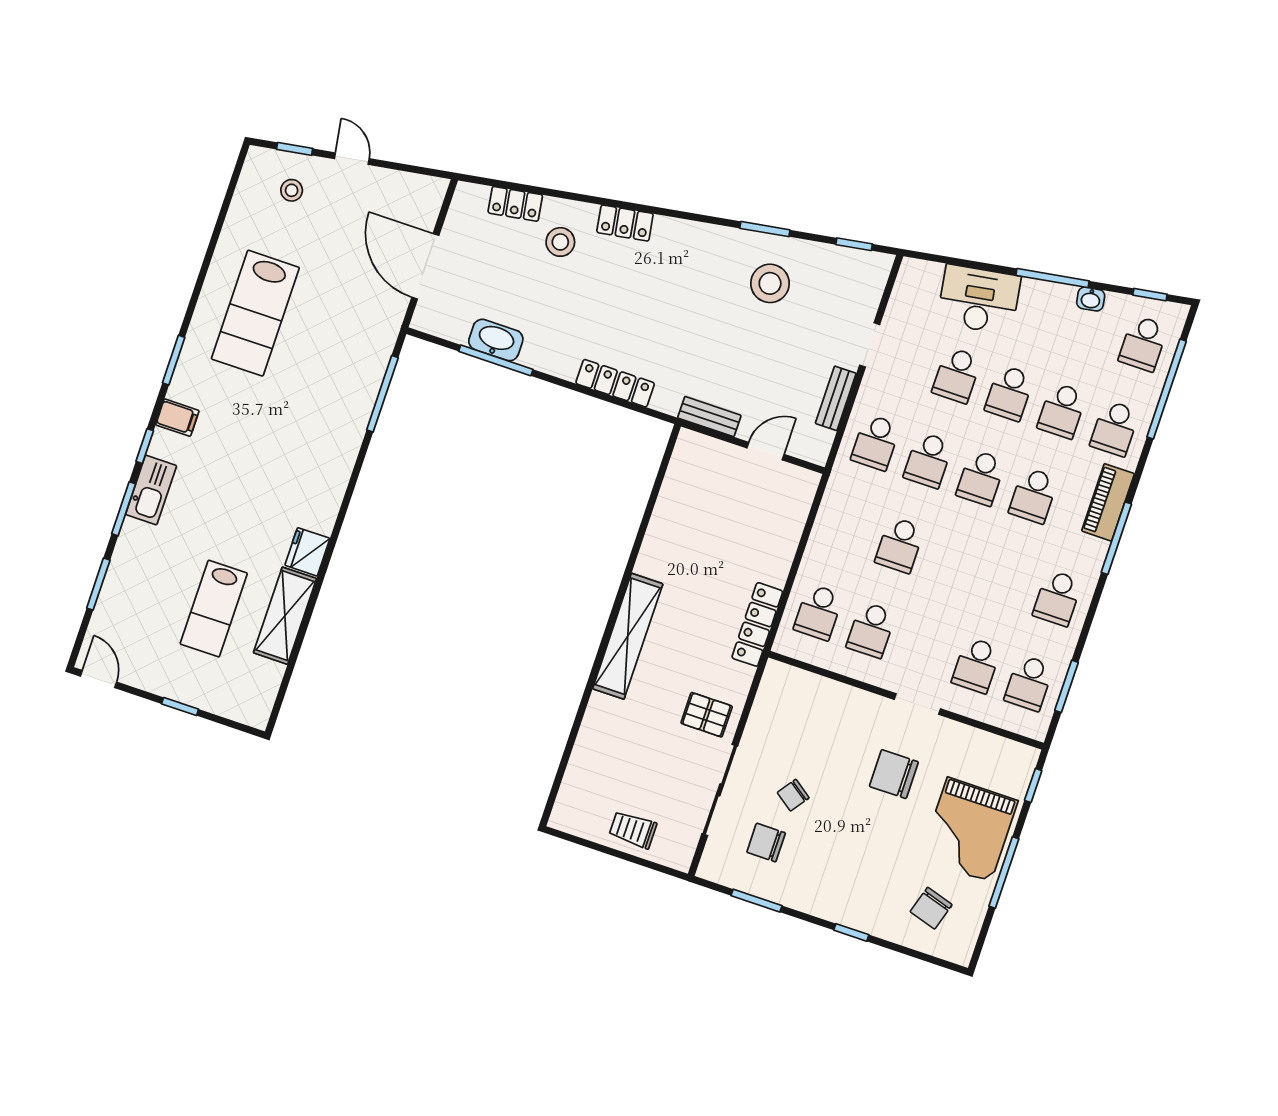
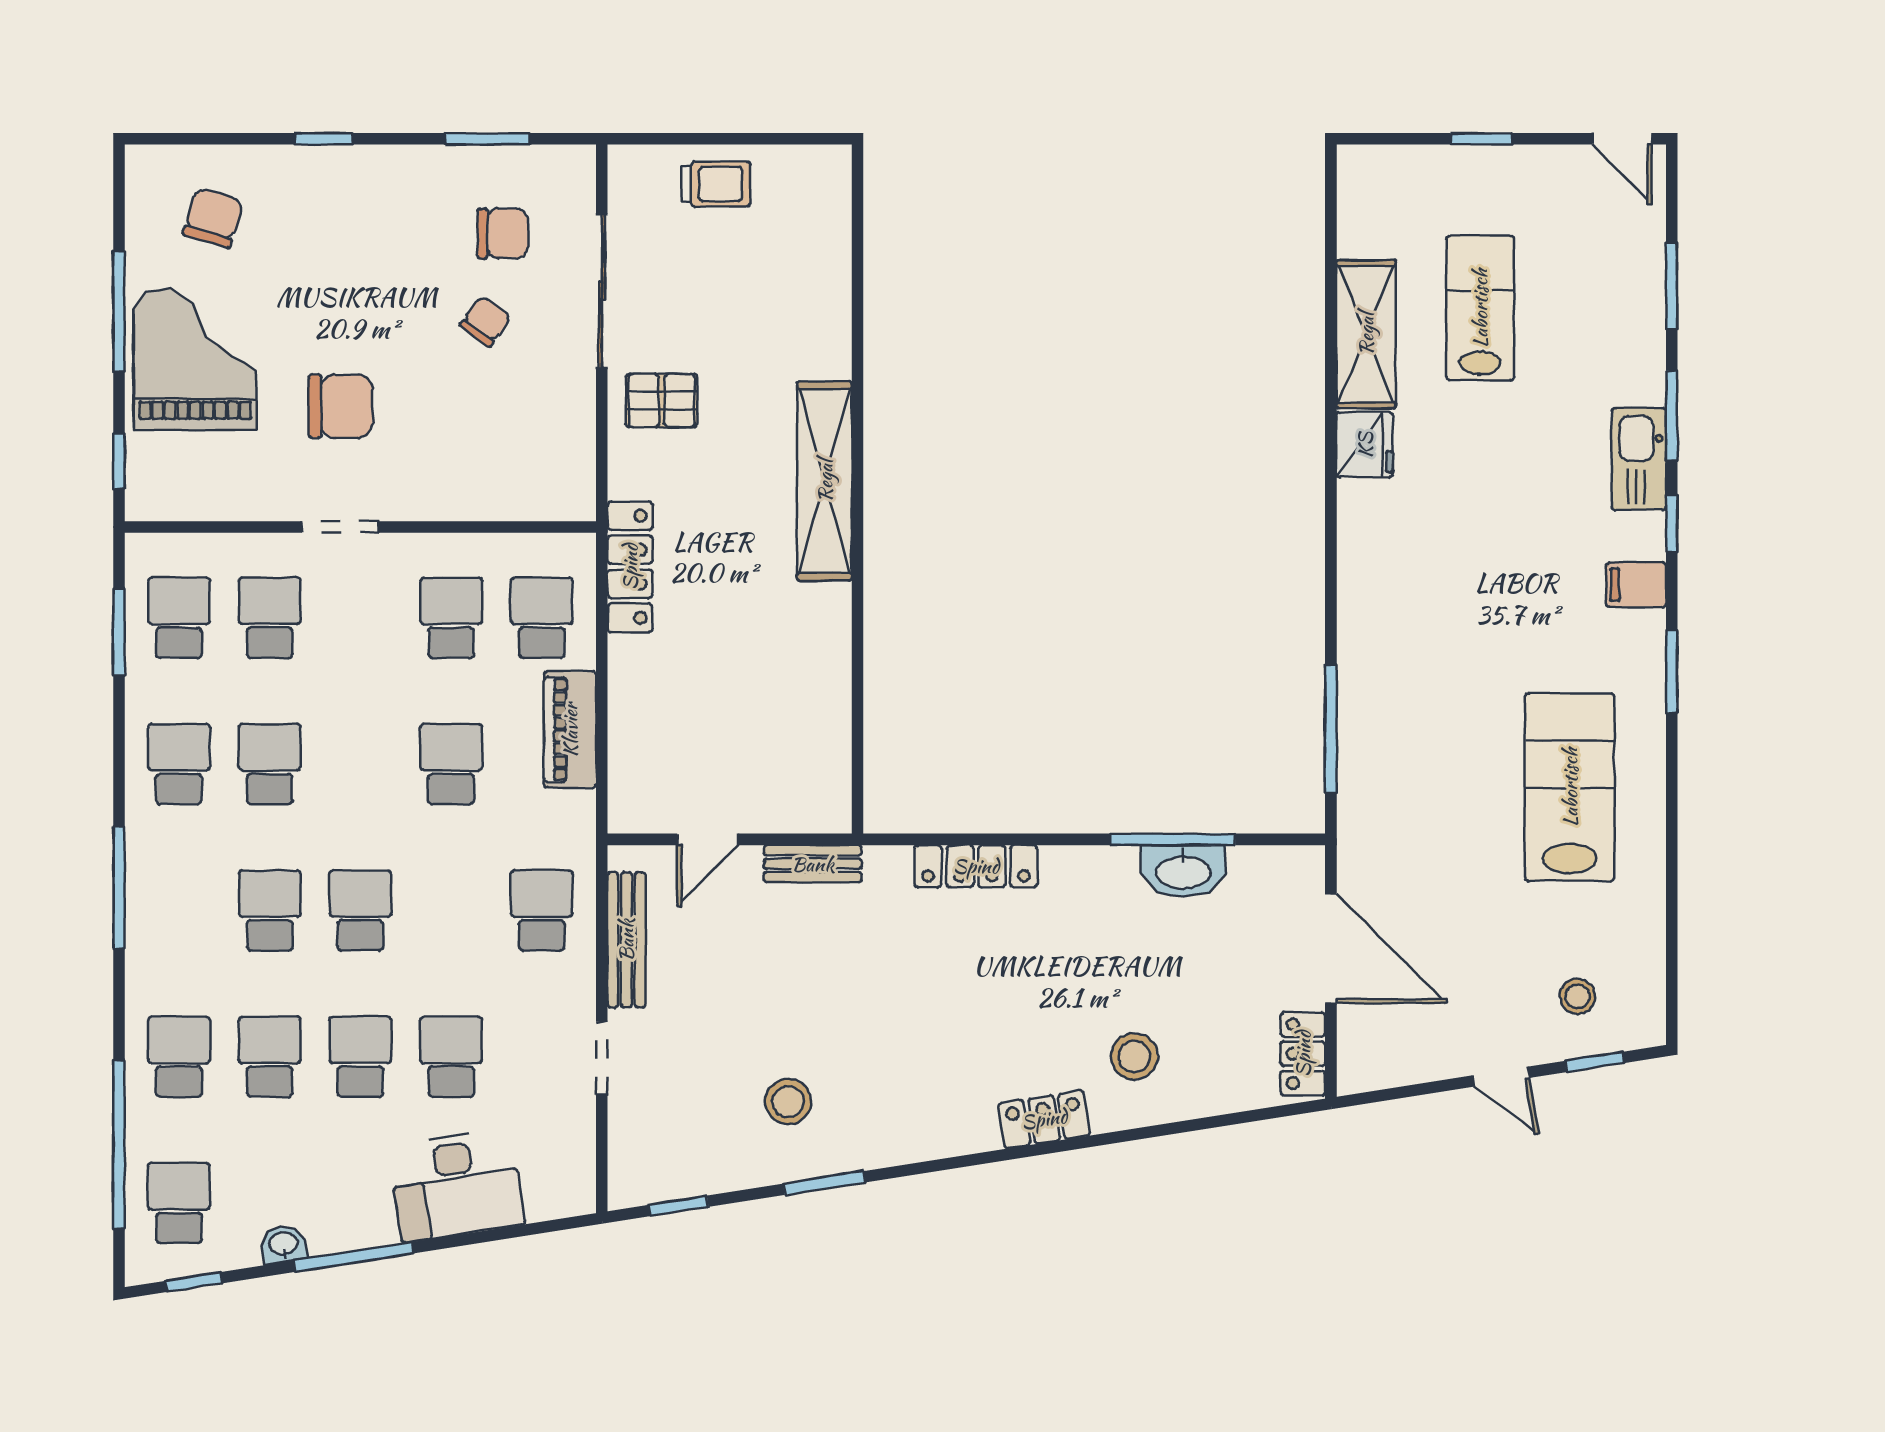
locker: (515, 204) -> (1303, 1054), moved, turned -81
stool: (770, 283) -> (788, 1102), width x0.73, depth x0.73
bench: (836, 398) -> (626, 940), width x1.36
school desk: (928, 460) -> (270, 764), moved
piano: (1108, 502) -> (570, 730), moved, turned 180

